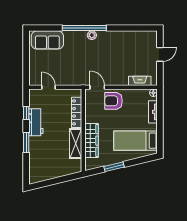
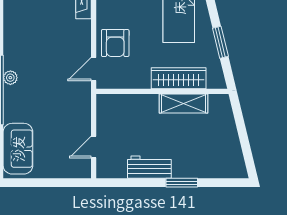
locker: (77, 112) -> (134, 102), removed
window: (26, 113) -> (135, 183), removed

